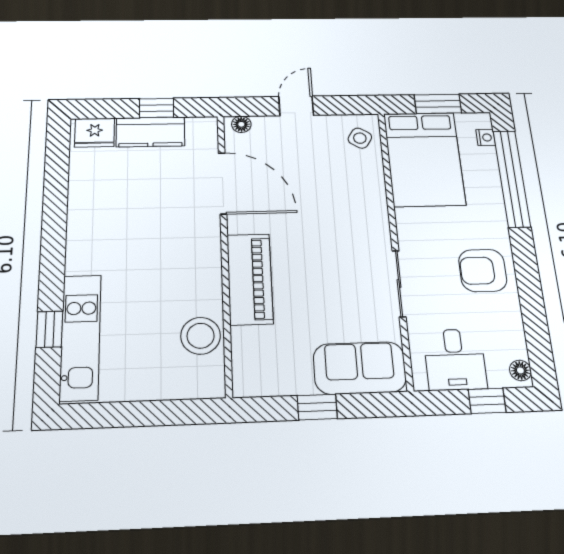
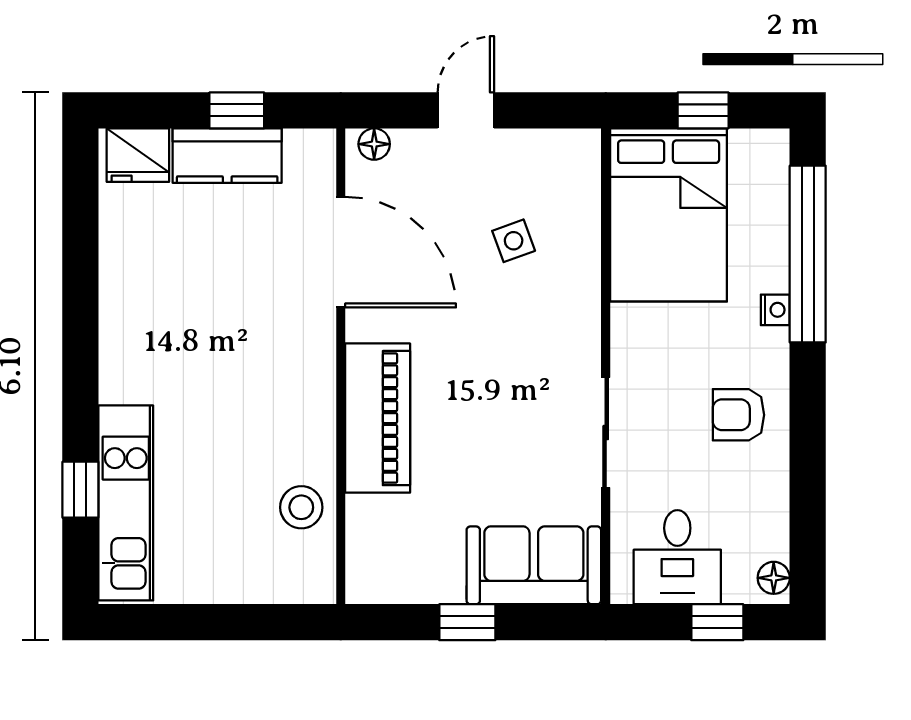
window: (438, 104) -> (703, 110), width x0.67
nightstand: (486, 137) -> (775, 310), moved
side table: (360, 138) -> (514, 241), moved, turned 38
armchair: (483, 270) -> (738, 415), width x0.72, depth x0.72
stool: (201, 336) -> (301, 507), width x0.73, depth x0.73

